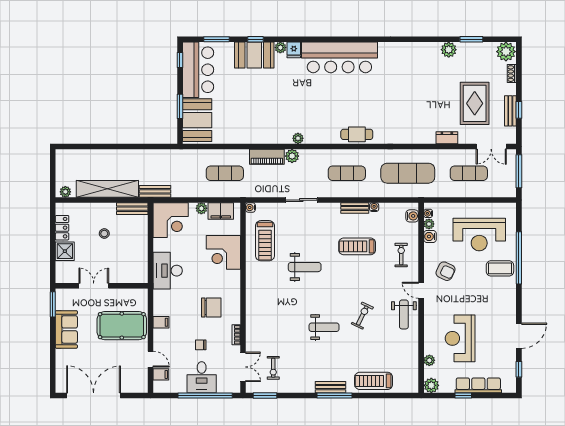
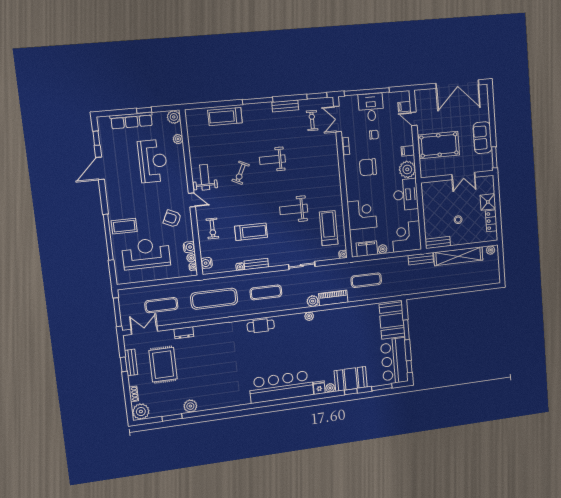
plant: (163, 300) -> (407, 169), added
treadmill: (374, 381) -> (225, 117), turned 180
bench: (331, 387) -> (285, 106), moved

